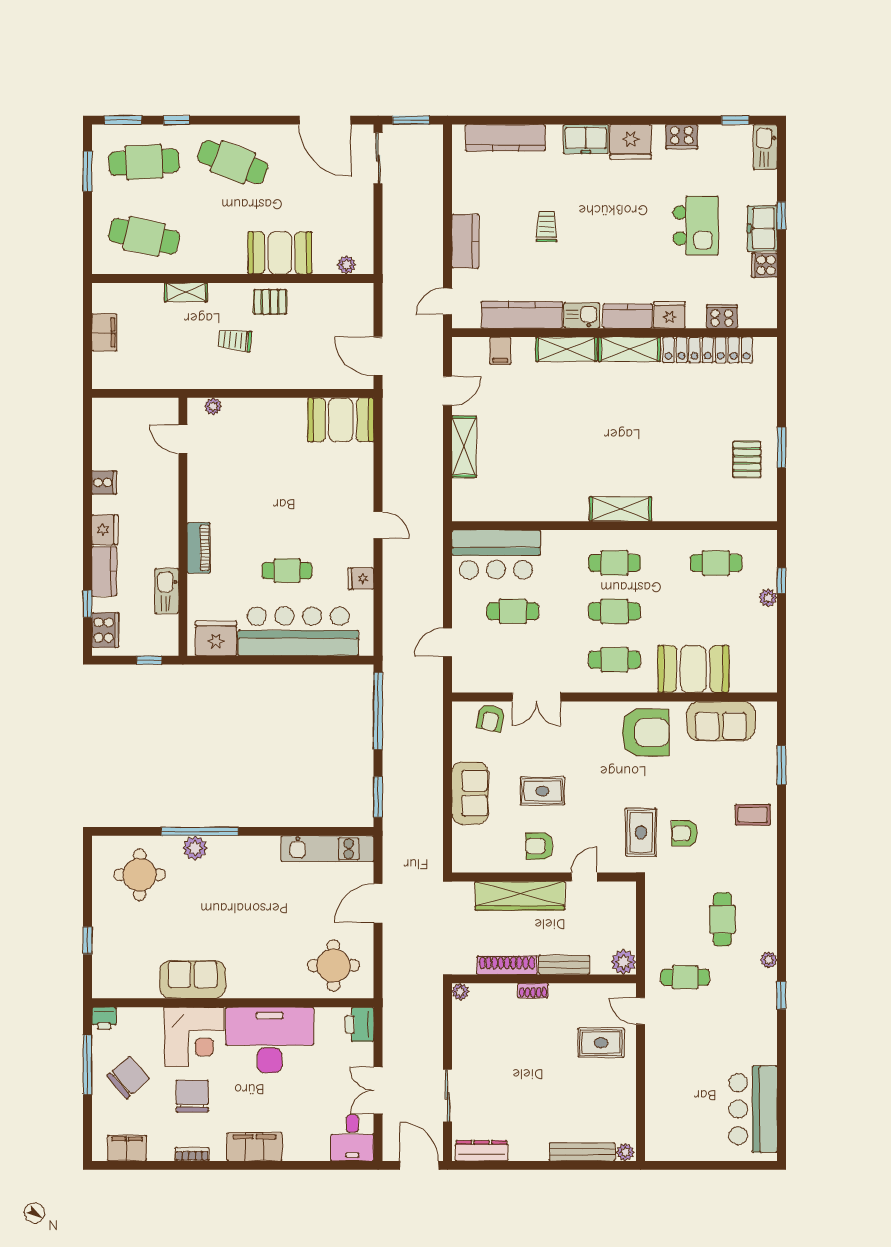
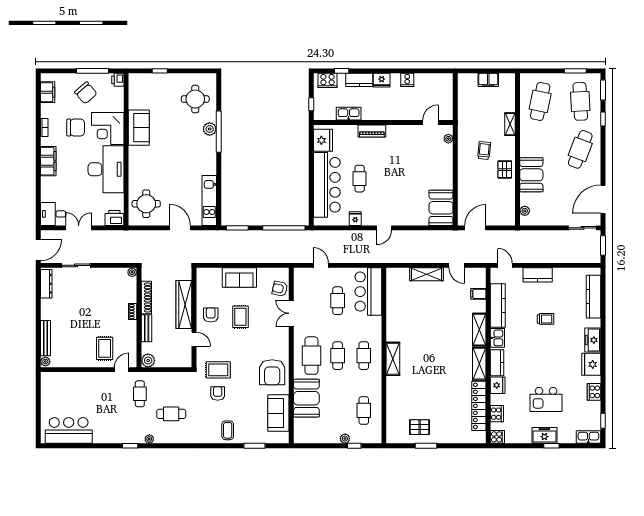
cooker: (764, 265) -> (497, 437), moved, turned 90
cafe table: (614, 660) -> (311, 356), width x1.37, depth x1.35

